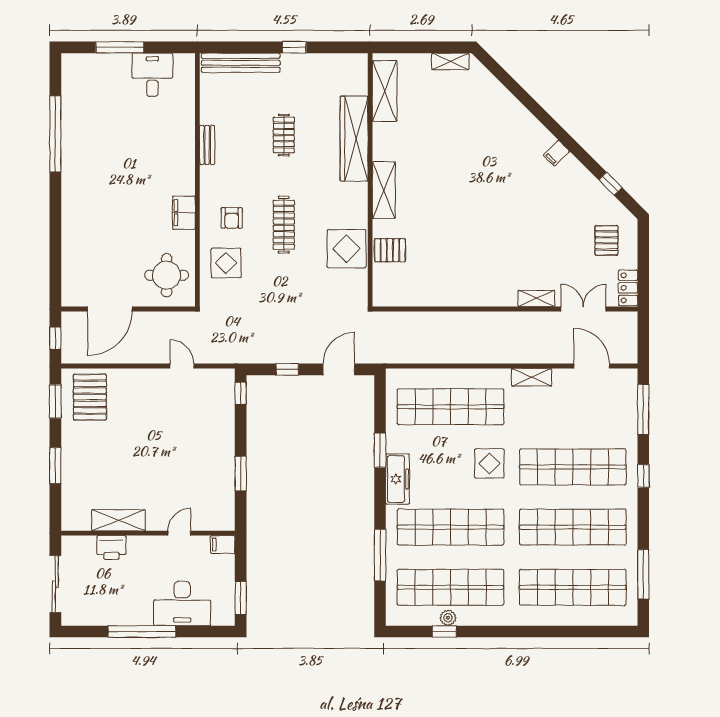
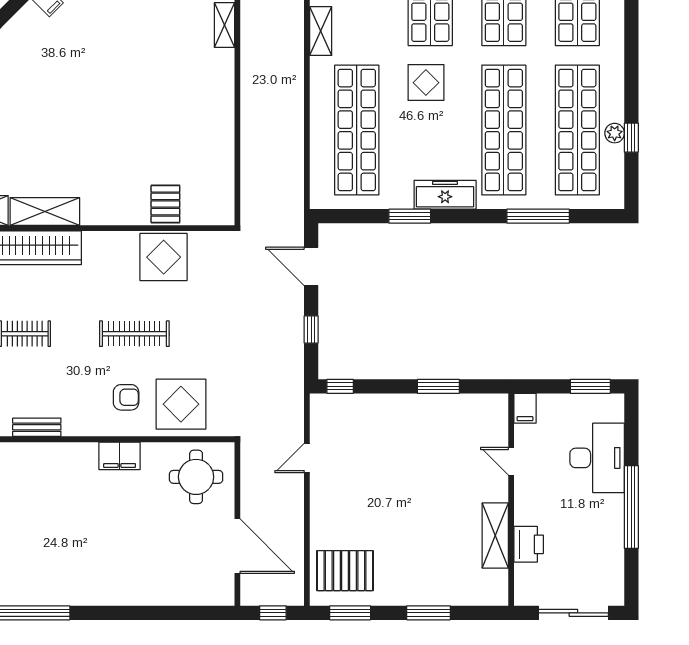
shelving: (384, 190) -> (45, 211), moved
display table: (226, 263) -> (181, 404), width x1.36, depth x1.36

